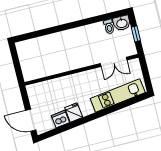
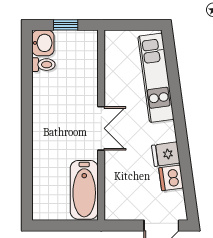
double door: (114, 62) -> (101, 128), moved
bathtub: (41, 69) -> (84, 190), added

